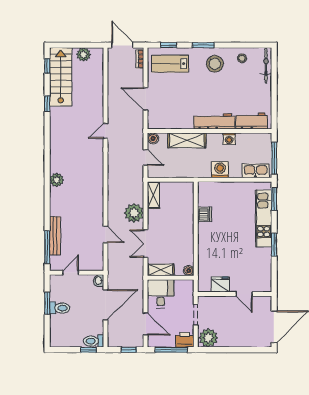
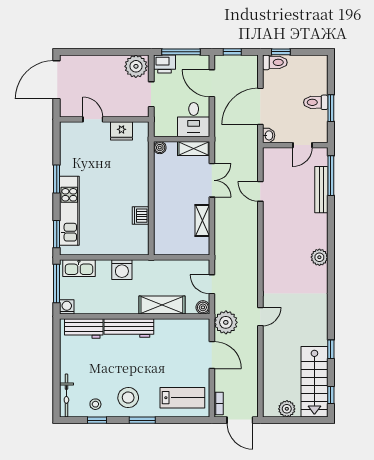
window: (169, 45) -> (97, 420), moved
washing machine: (229, 139) -> (67, 307), moved
shelving: (154, 195) -> (202, 220), moved
plant: (134, 213) -> (226, 322), moved

